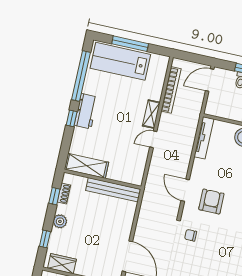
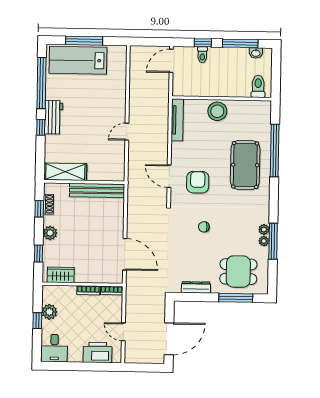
bookcase: (171, 90) -> (134, 79), removed
shelving: (151, 114) -> (120, 107), removed
chair: (191, 235) -> (204, 227), moved

